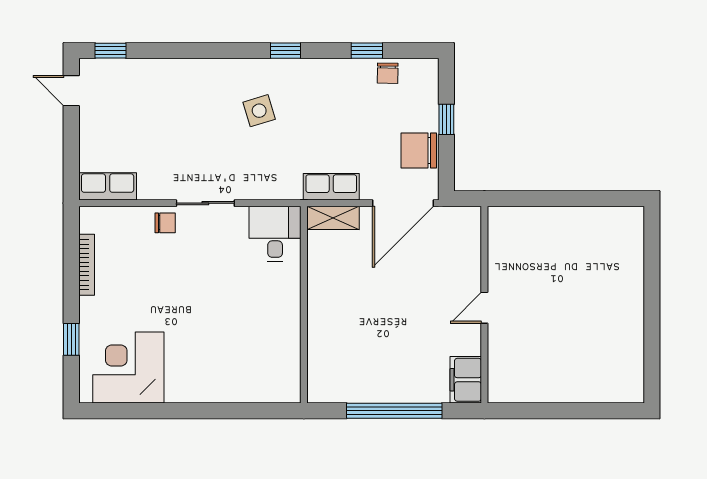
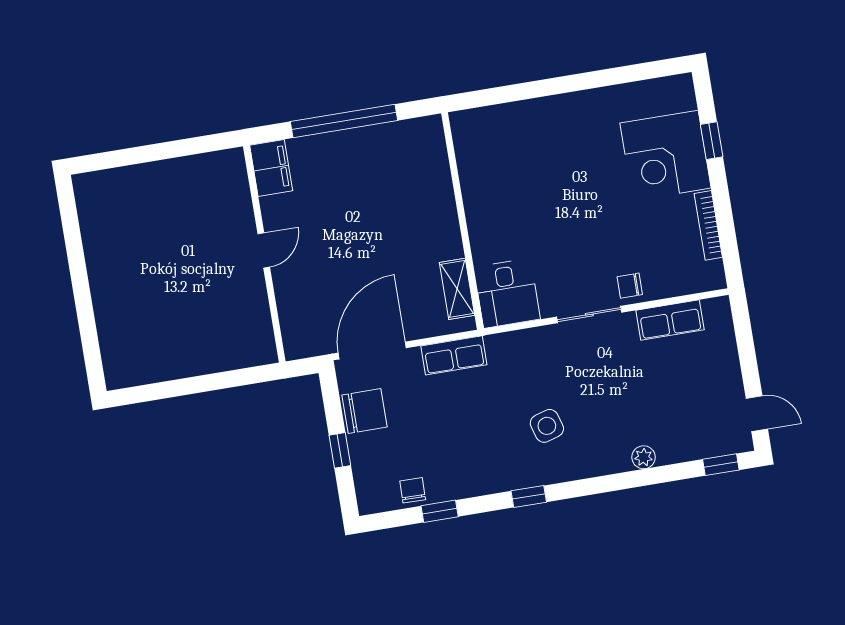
plant: (178, 69) -> (644, 457), added
row of seats: (108, 186) -> (670, 320), moved
shelving: (333, 218) -> (457, 289), moved, turned 90
corner desk: (128, 368) -> (665, 156), moved, turned 90

